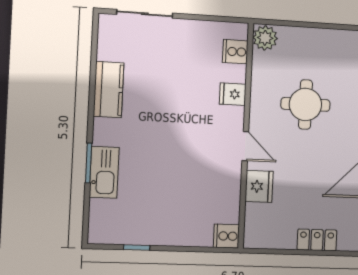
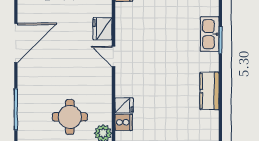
fridge: (233, 94) -> (124, 105), moved
round table: (305, 104) -> (70, 117), moved

